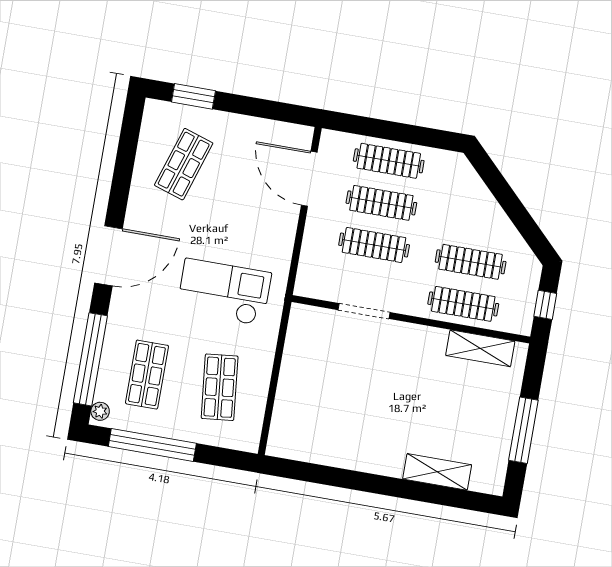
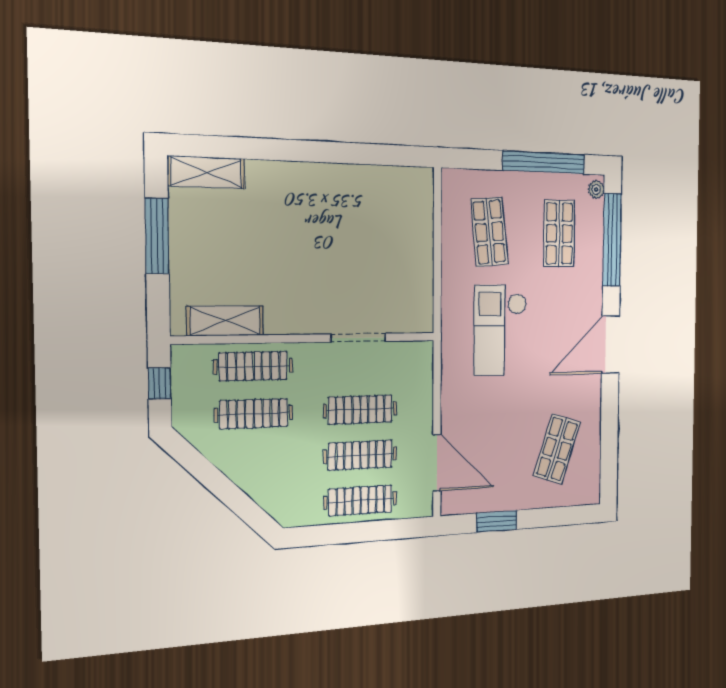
window: (193, 96) -> (497, 521), moved
checkout: (224, 292) -> (500, 330), turned 90
shelving: (437, 472) -> (206, 172), moved

